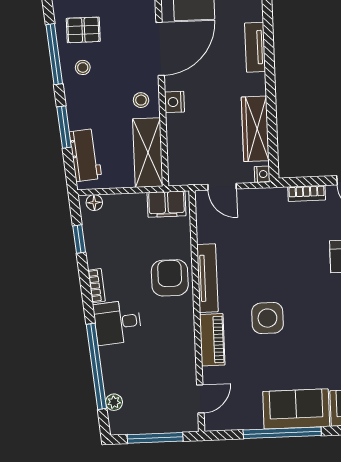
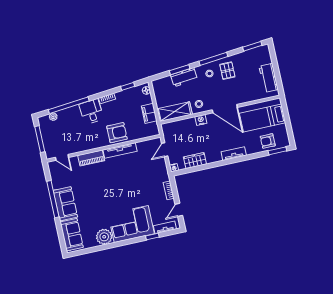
wardrobe: (255, 129) -> (195, 161), width x0.67
workbench: (85, 155) -> (184, 77), moved
filing cabinet: (167, 204) -> (149, 113), moved
side table: (267, 318) -> (106, 182), removed

